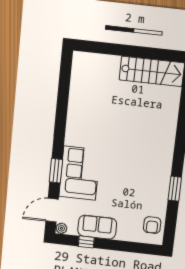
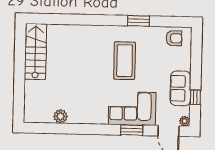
plant: (77, 93) -> (61, 116), added
coffee table: (133, 170) -> (125, 61), added

